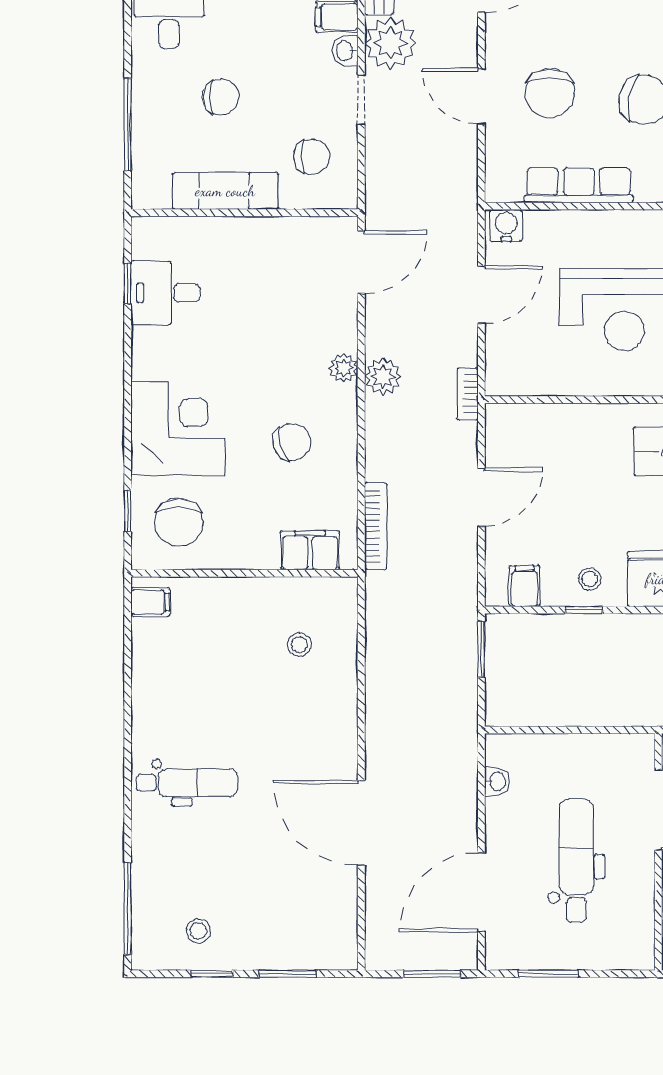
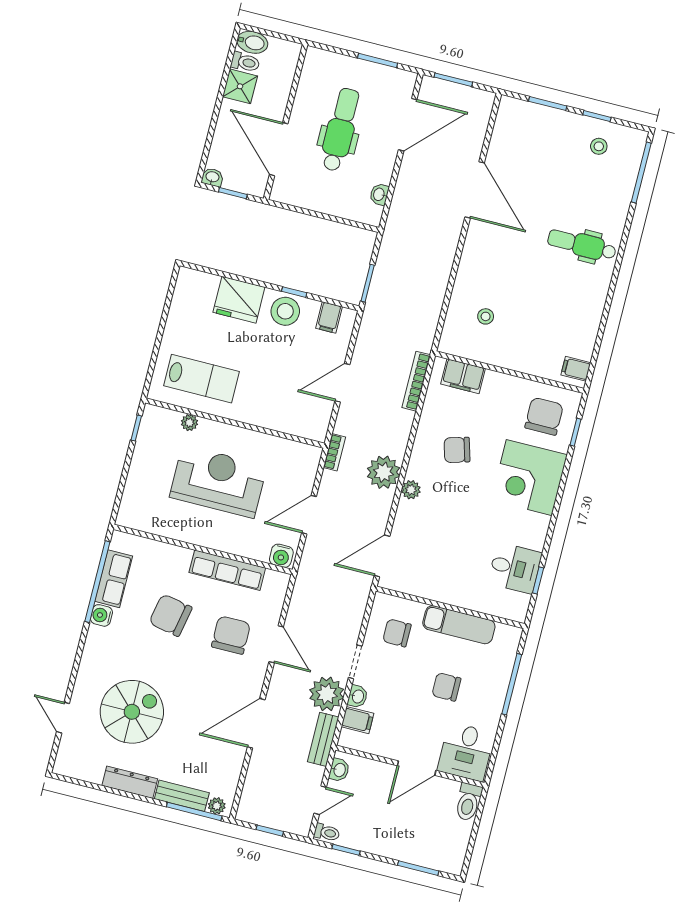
plant: (383, 376) -> (384, 472), width x1.36, depth x1.36
stool: (590, 579) -> (285, 311), width x1.89, depth x1.89
dental chair: (576, 861) -> (340, 130), turned 180

